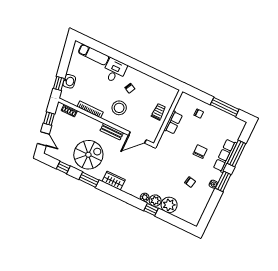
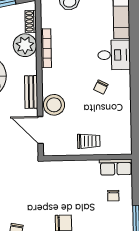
stool: (119, 108) -> (54, 105), moved
plant: (82, 121) -> (25, 45), added
row of seats: (173, 122) -> (116, 167), moved

